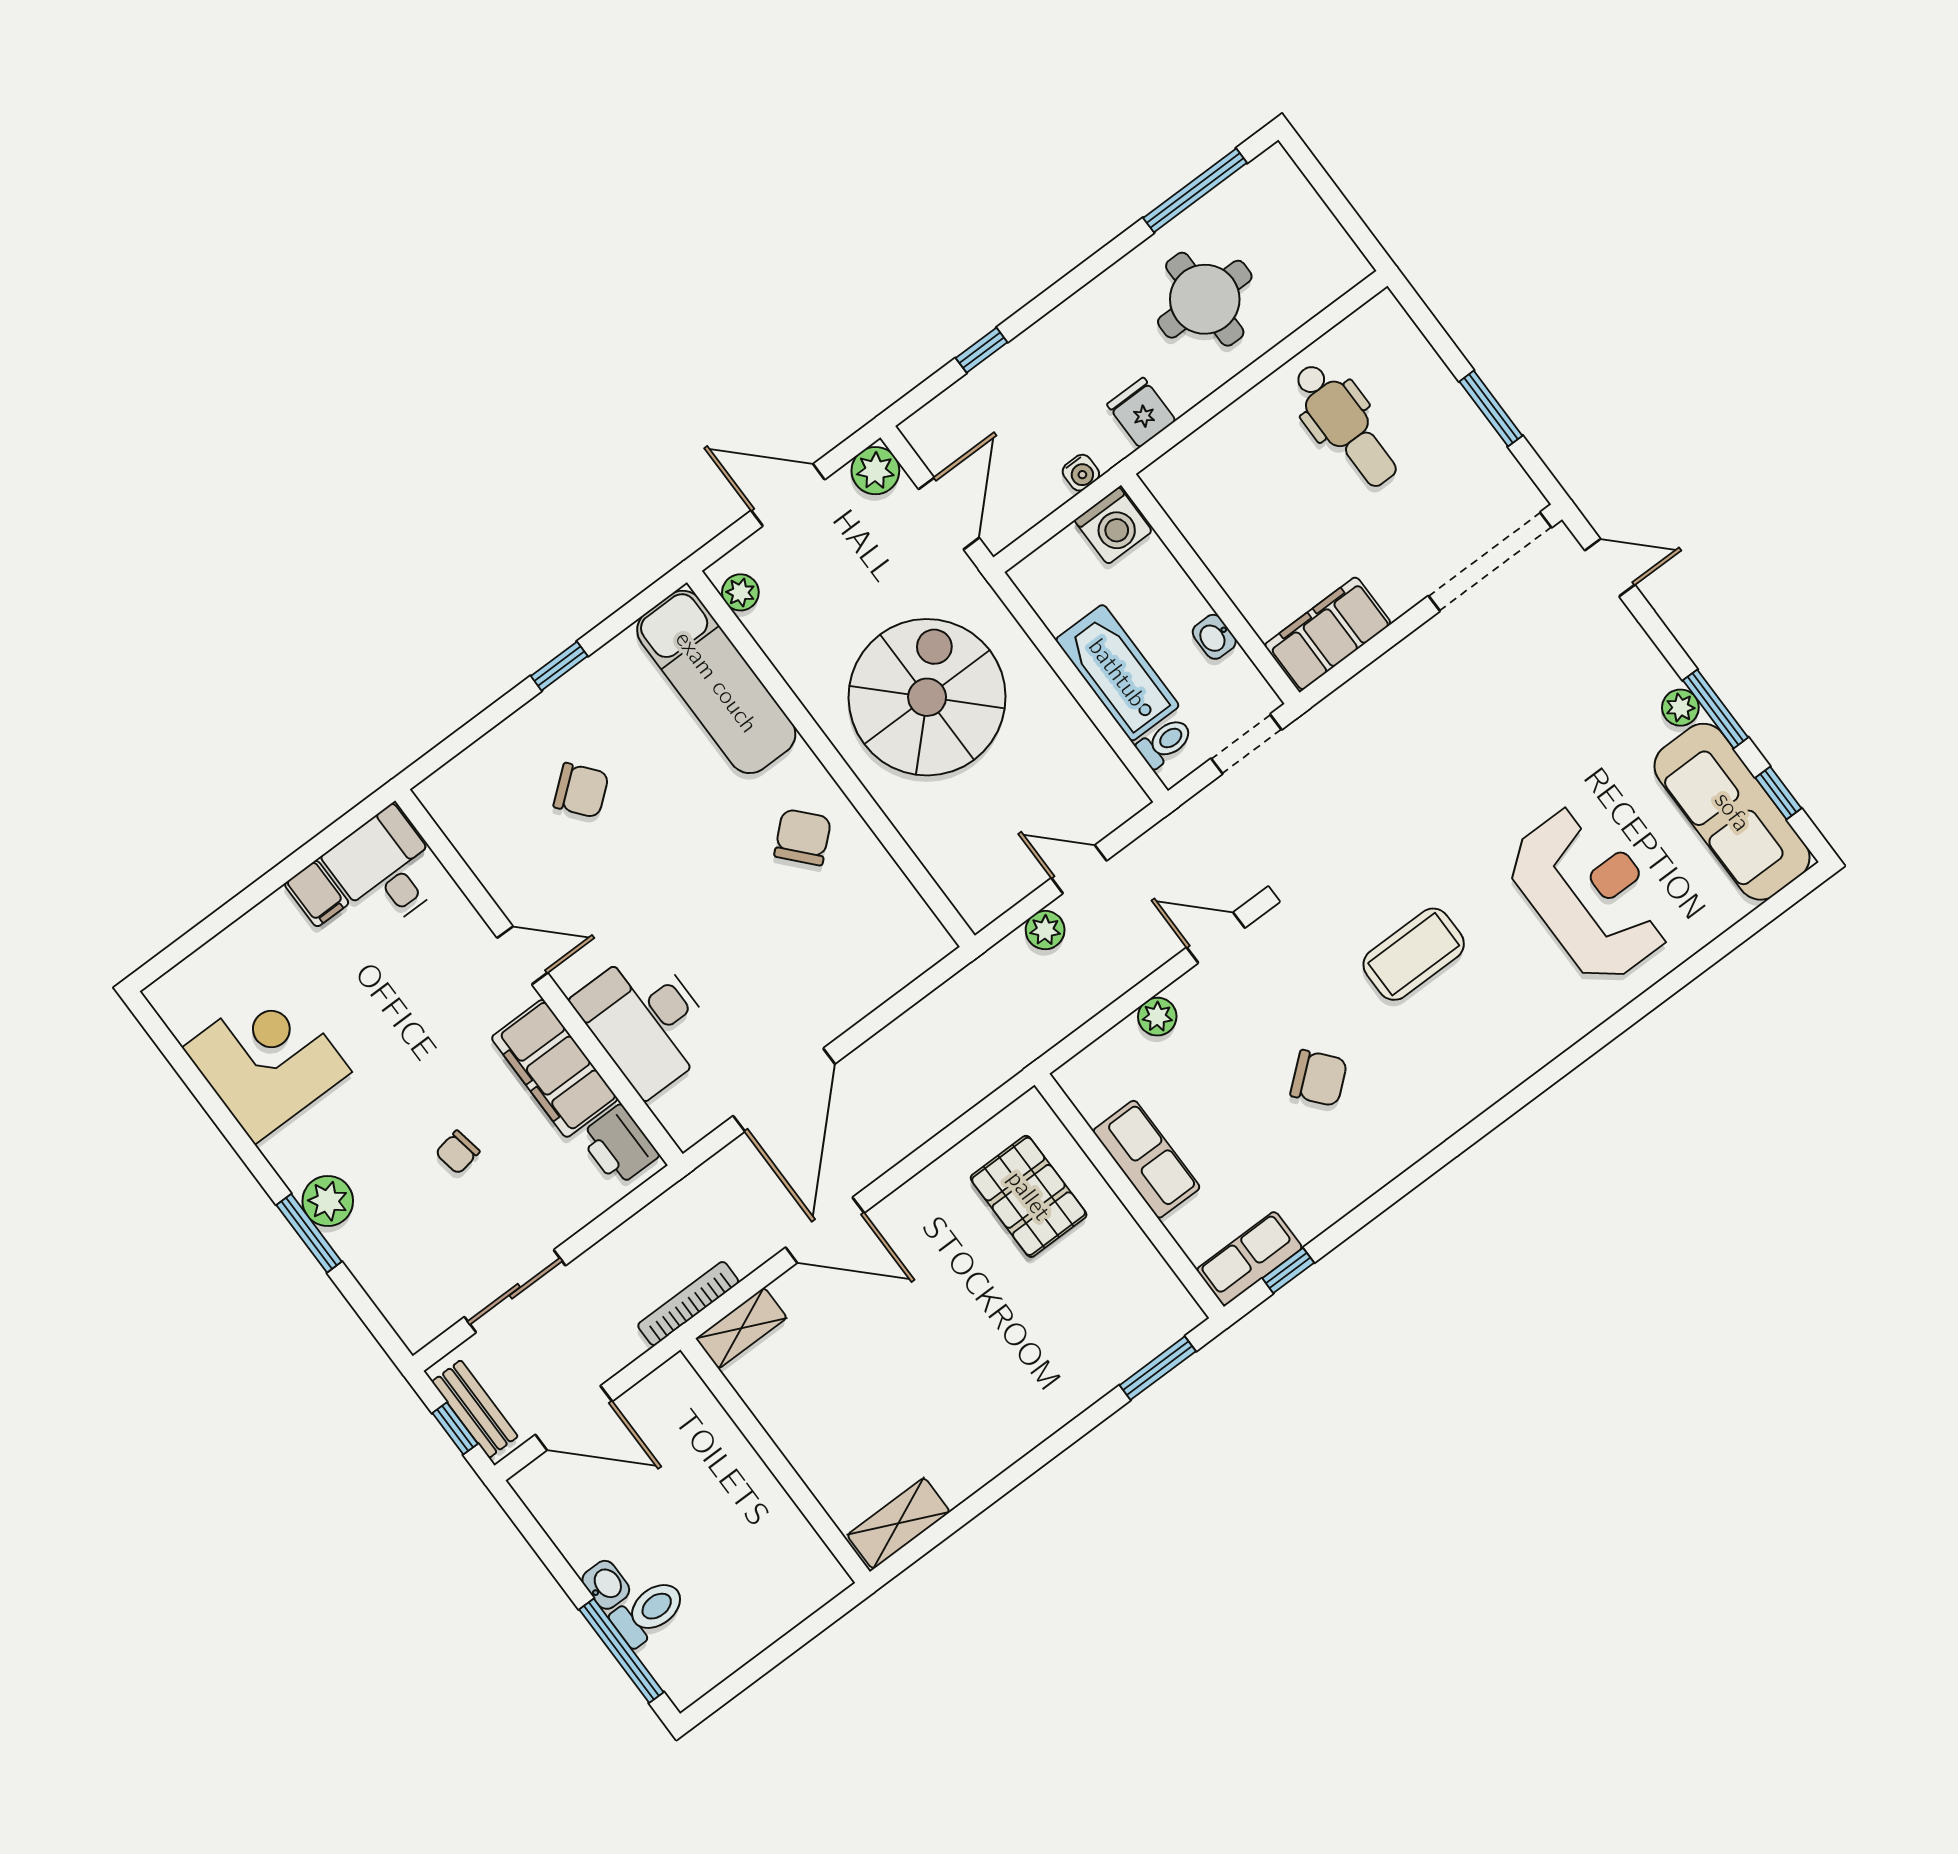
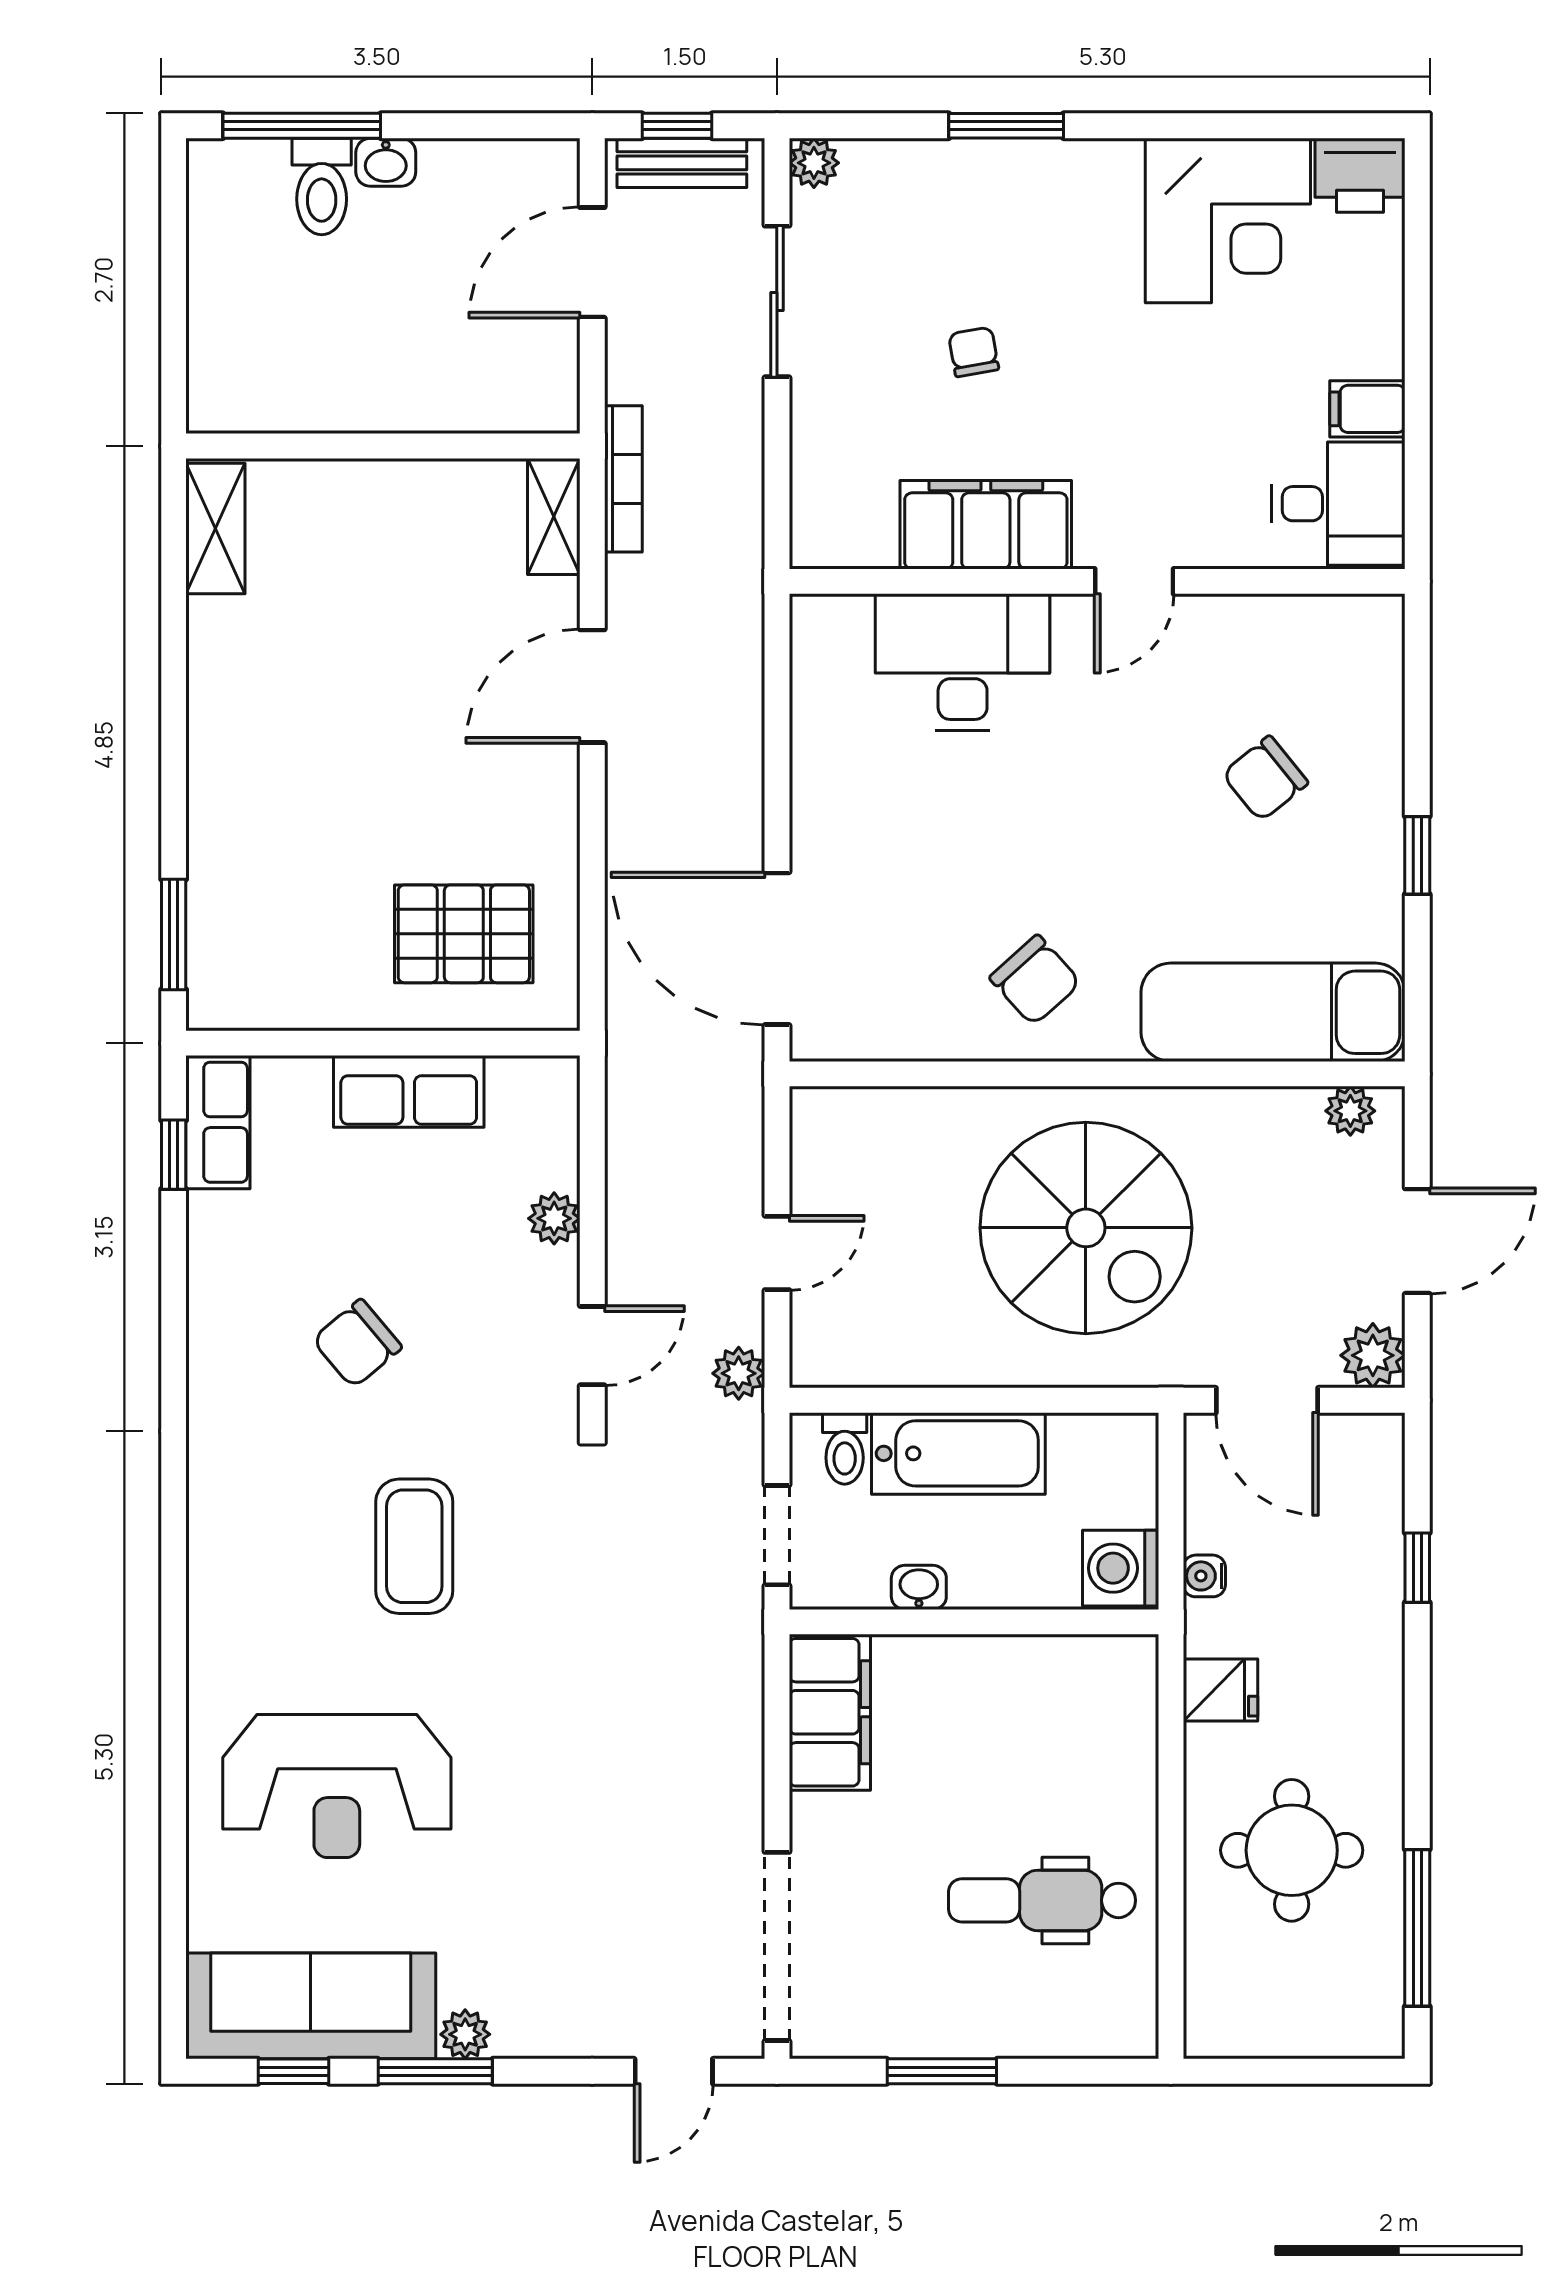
plant: (1045, 930) -> (739, 1373), moved
door: (784, 1090) -> (777, 949), moved
printer: (619, 1145) -> (1360, 175), moved, turned 180
plant: (328, 1201) -> (814, 163), moved, width x0.73, depth x0.73

